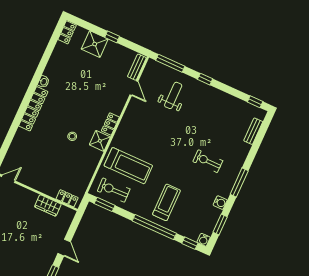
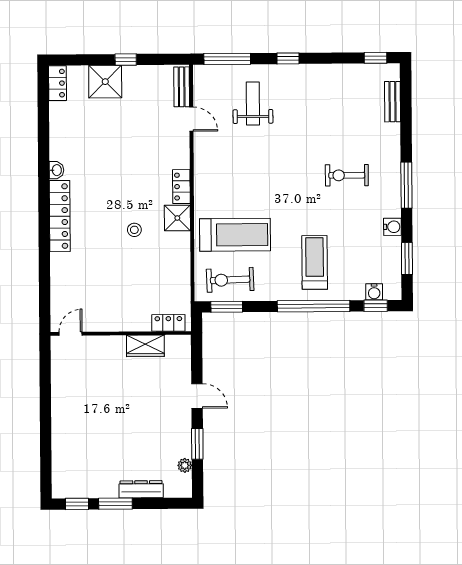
water cooler: (204, 240) -> (374, 292), moved

